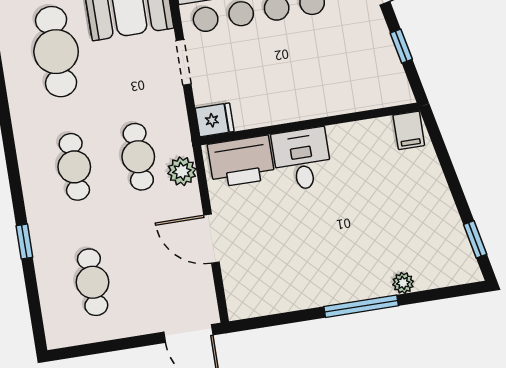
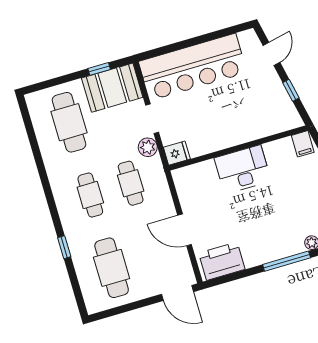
desk: (302, 159) -> (243, 169), width x1.37
printer: (241, 161) -> (222, 261), moved, turned 180
plant: (182, 171) -> (148, 147), moved
cafe table: (93, 282) -> (112, 268), width x1.37, depth x1.35

